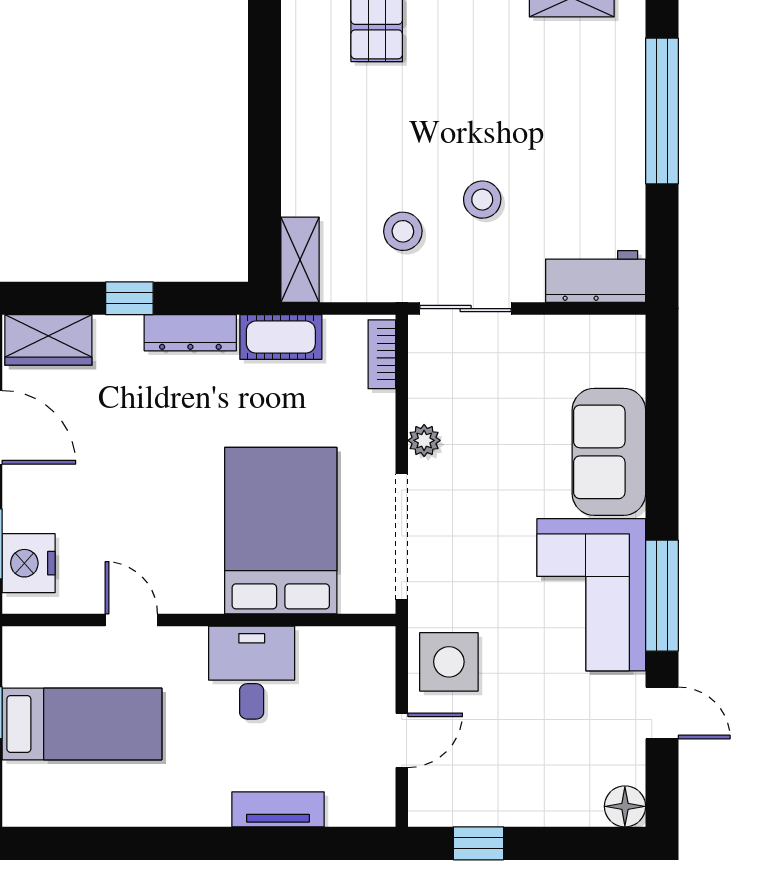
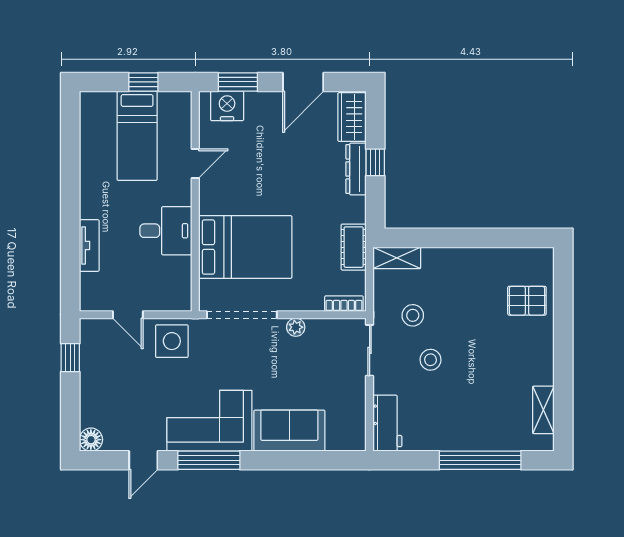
dresser: (190, 333) -> (356, 169), moved

